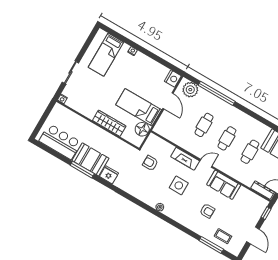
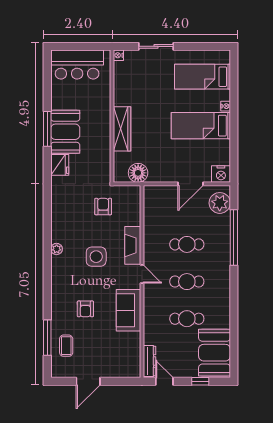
bed: (139, 107) -> (201, 126), moved, turned -90
bar counter: (60, 142) -> (77, 65), moved, turned 90
window: (266, 213) -> (124, 381), removed

